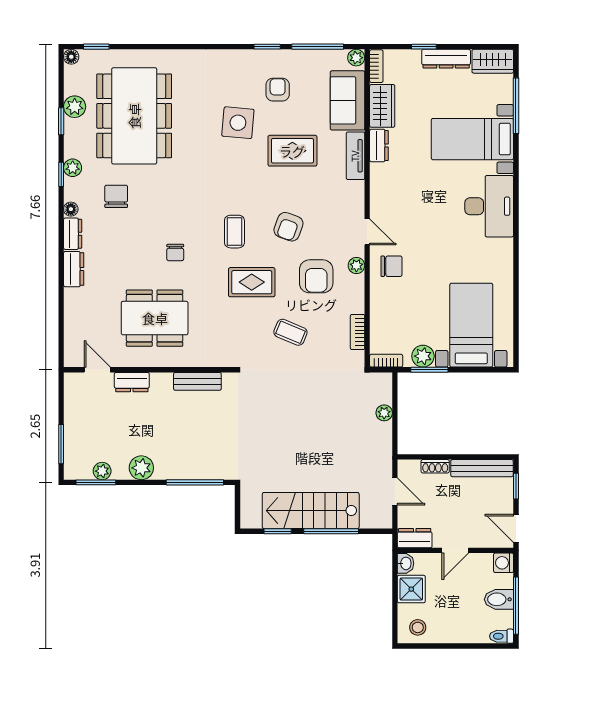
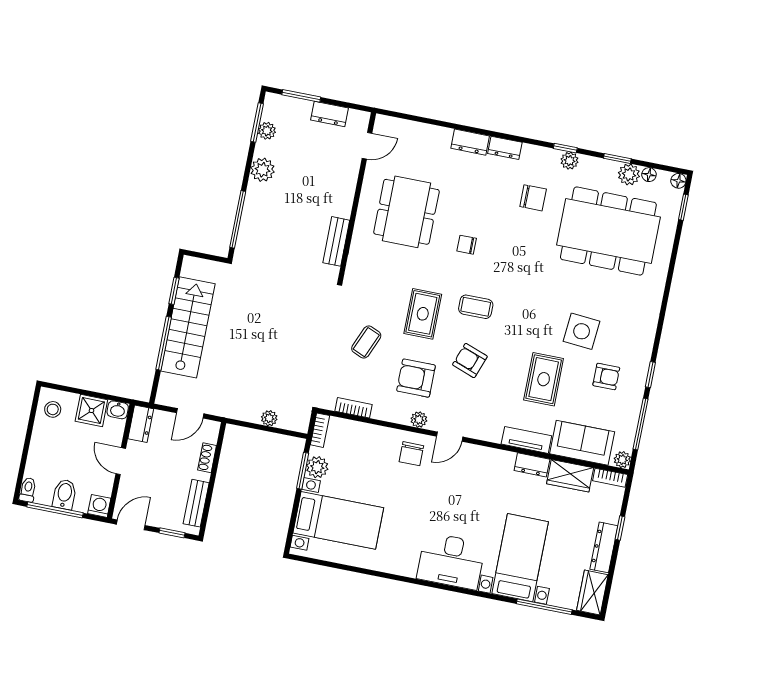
floor lamp: (71, 209) -> (649, 175), moved
dresser: (132, 382) -> (329, 114), moved, turned -90
bench: (482, 468) -> (196, 503), width x0.73

